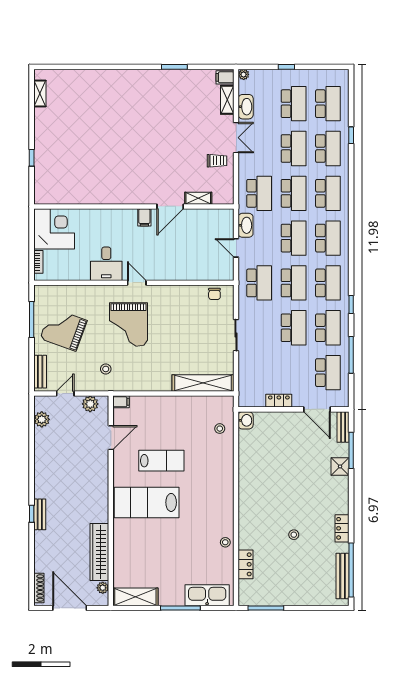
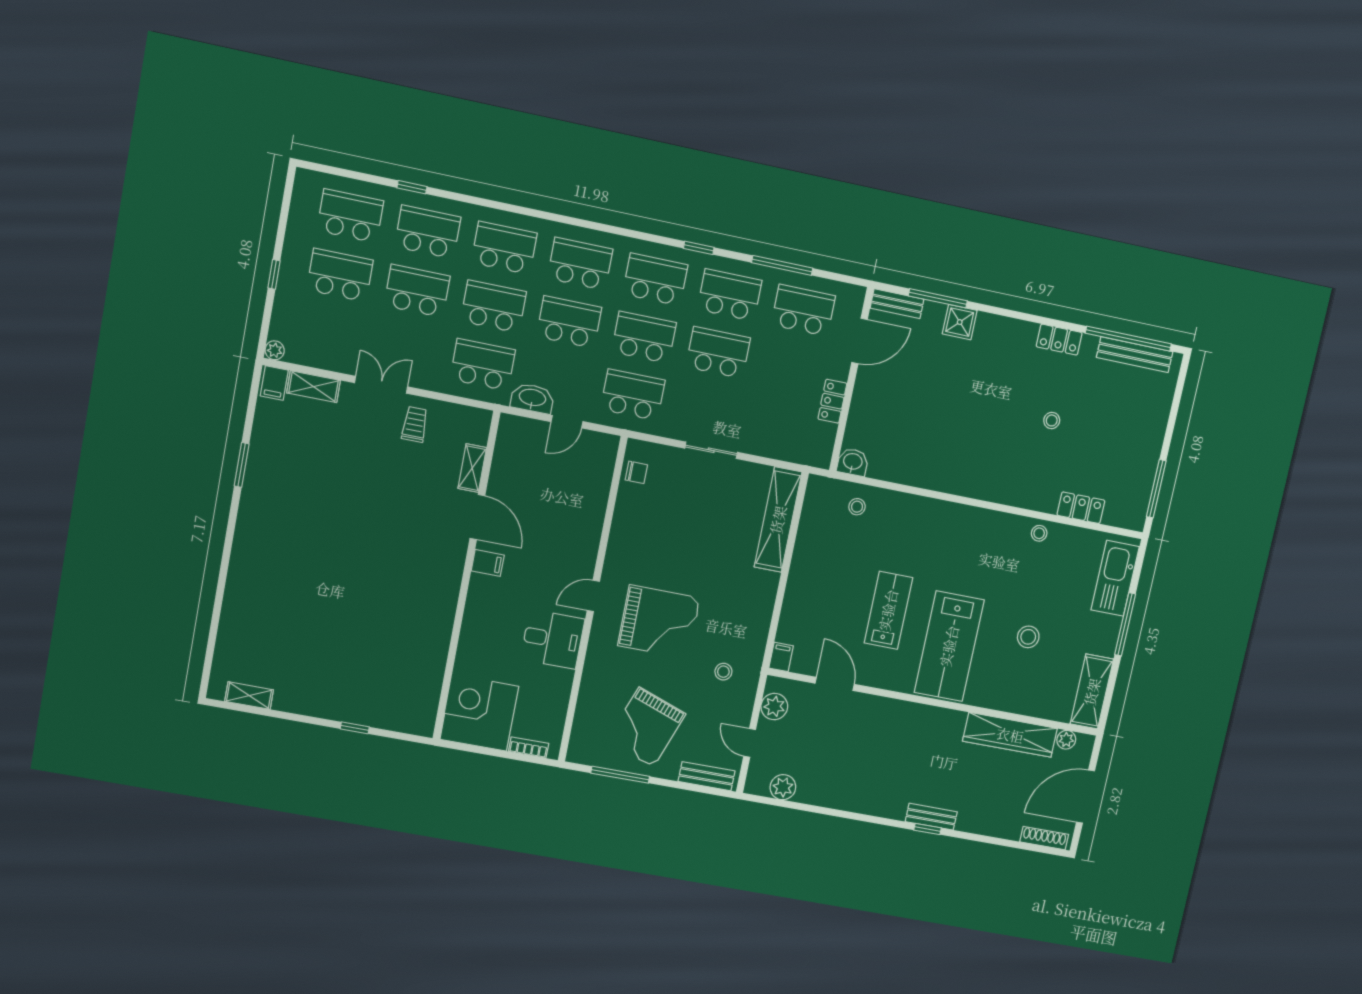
washbasin: (246, 107) -> (331, 358), removed
stool: (161, 550) -> (1028, 637), added

